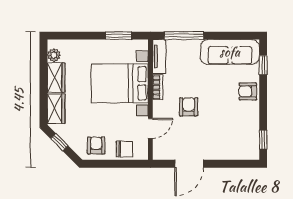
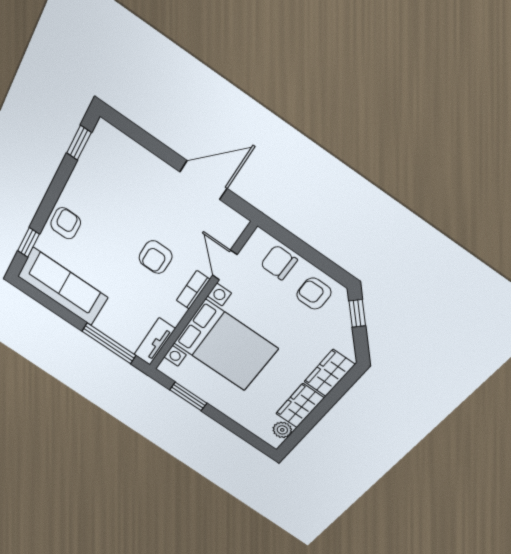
bookcase: (158, 87) -> (193, 290), moved
armchair: (248, 91) -> (66, 223), turned -90
door: (150, 128) -> (225, 265), hinge flipped
window: (59, 142) -> (357, 313), moved
armchair: (96, 146) -> (314, 294), turned 90

